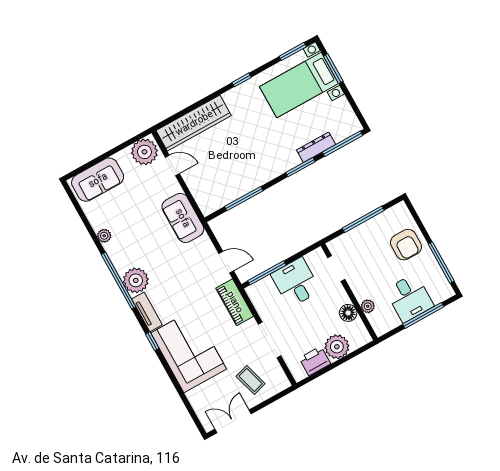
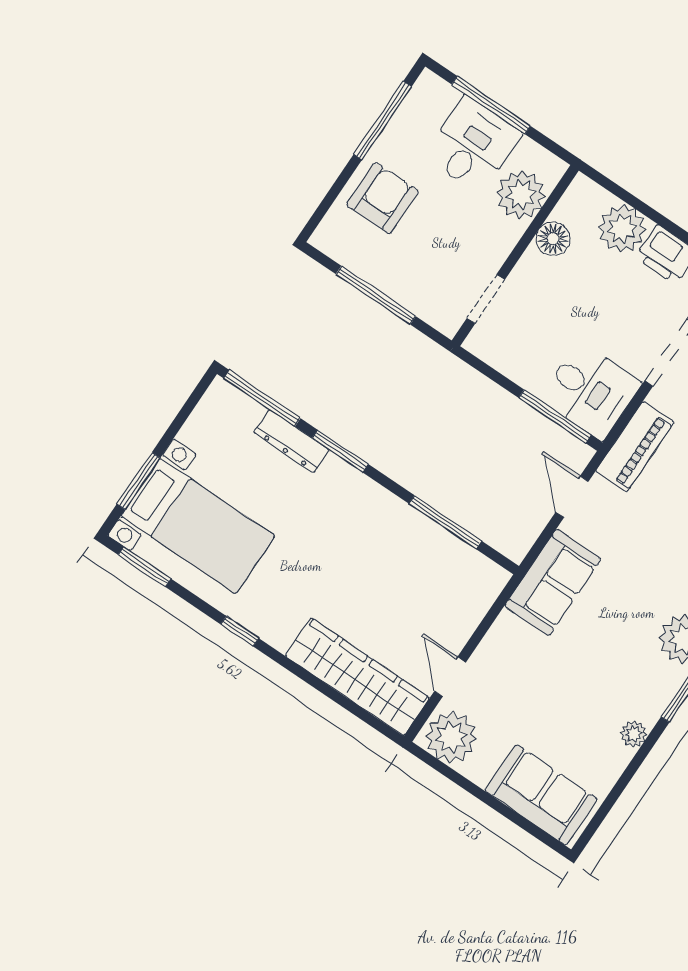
sofa: (183, 218) -> (553, 582), moved
desk: (296, 282) -> (591, 391), moved, turned -90
plant: (368, 306) -> (521, 195), width x1.87, depth x1.87

